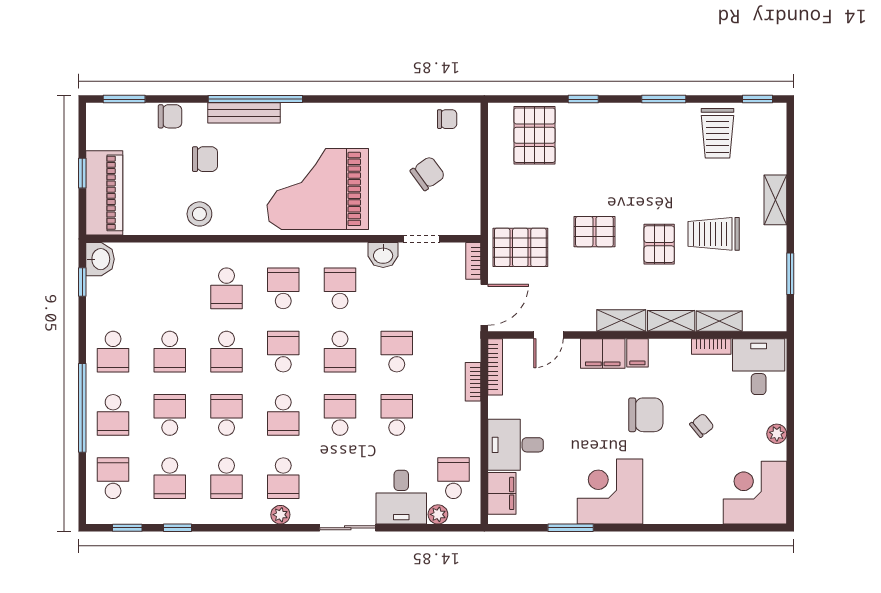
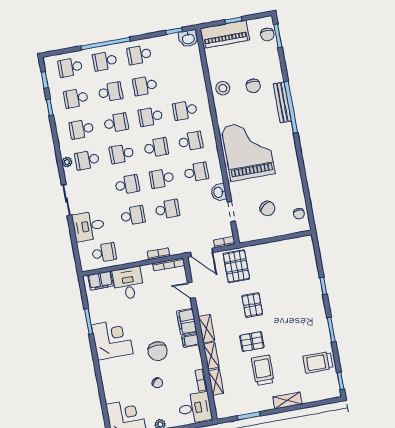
chair: (170, 116) -> (267, 34), moved
pallet: (535, 135) -> (299, 263), removed
school desk: (113, 478) -> (70, 67), turned 180
plant: (438, 514) -> (83, 248), removed

